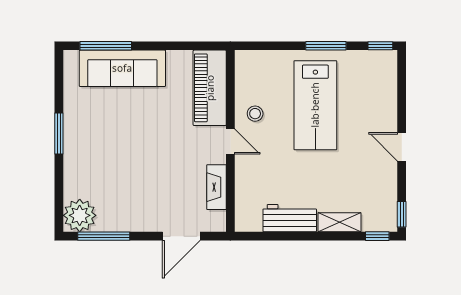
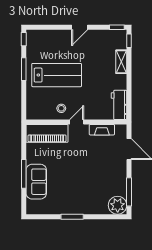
window: (106, 46) -> (24, 174), moved
sofa: (122, 68) -> (36, 182), width x0.73
workbench: (290, 218) -> (119, 105), moved

